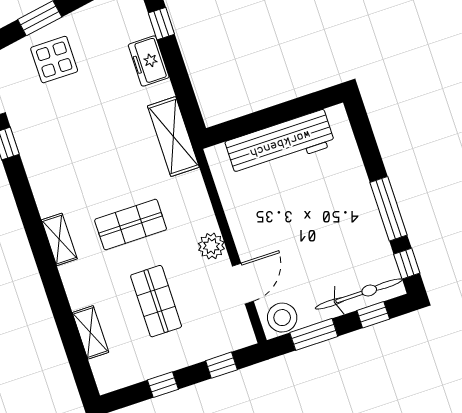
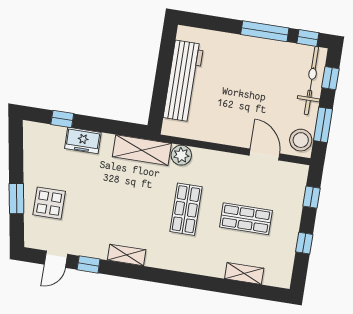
shelving: (59, 239) -> (127, 255), moved
plant: (211, 246) -> (181, 155), moved

